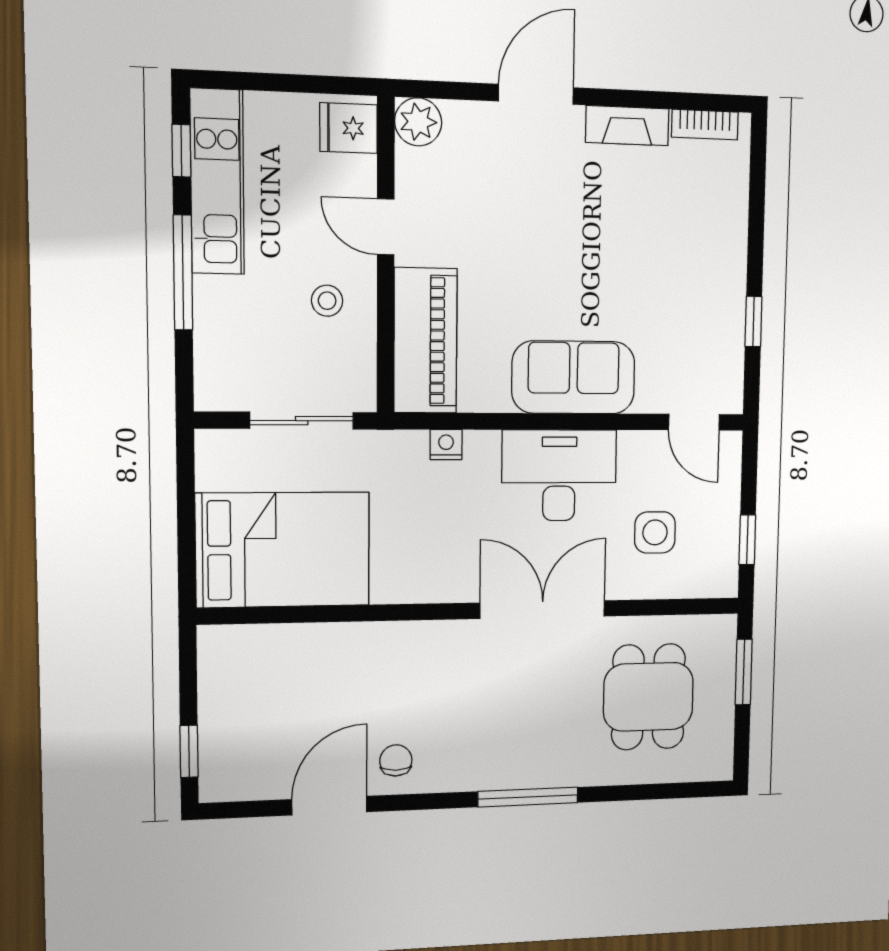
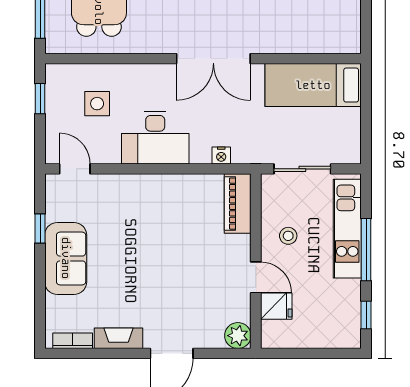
fridge: (349, 128) -> (276, 306), moved
kitchen unit: (217, 182) -> (347, 229), moved
piano: (425, 341) -> (238, 204), width x0.73, depth x0.75
sofa: (573, 377) -> (66, 258), moved, turned -90
bed: (283, 550) -> (313, 85), width x0.67
double door: (543, 610) -> (213, 59), moved

